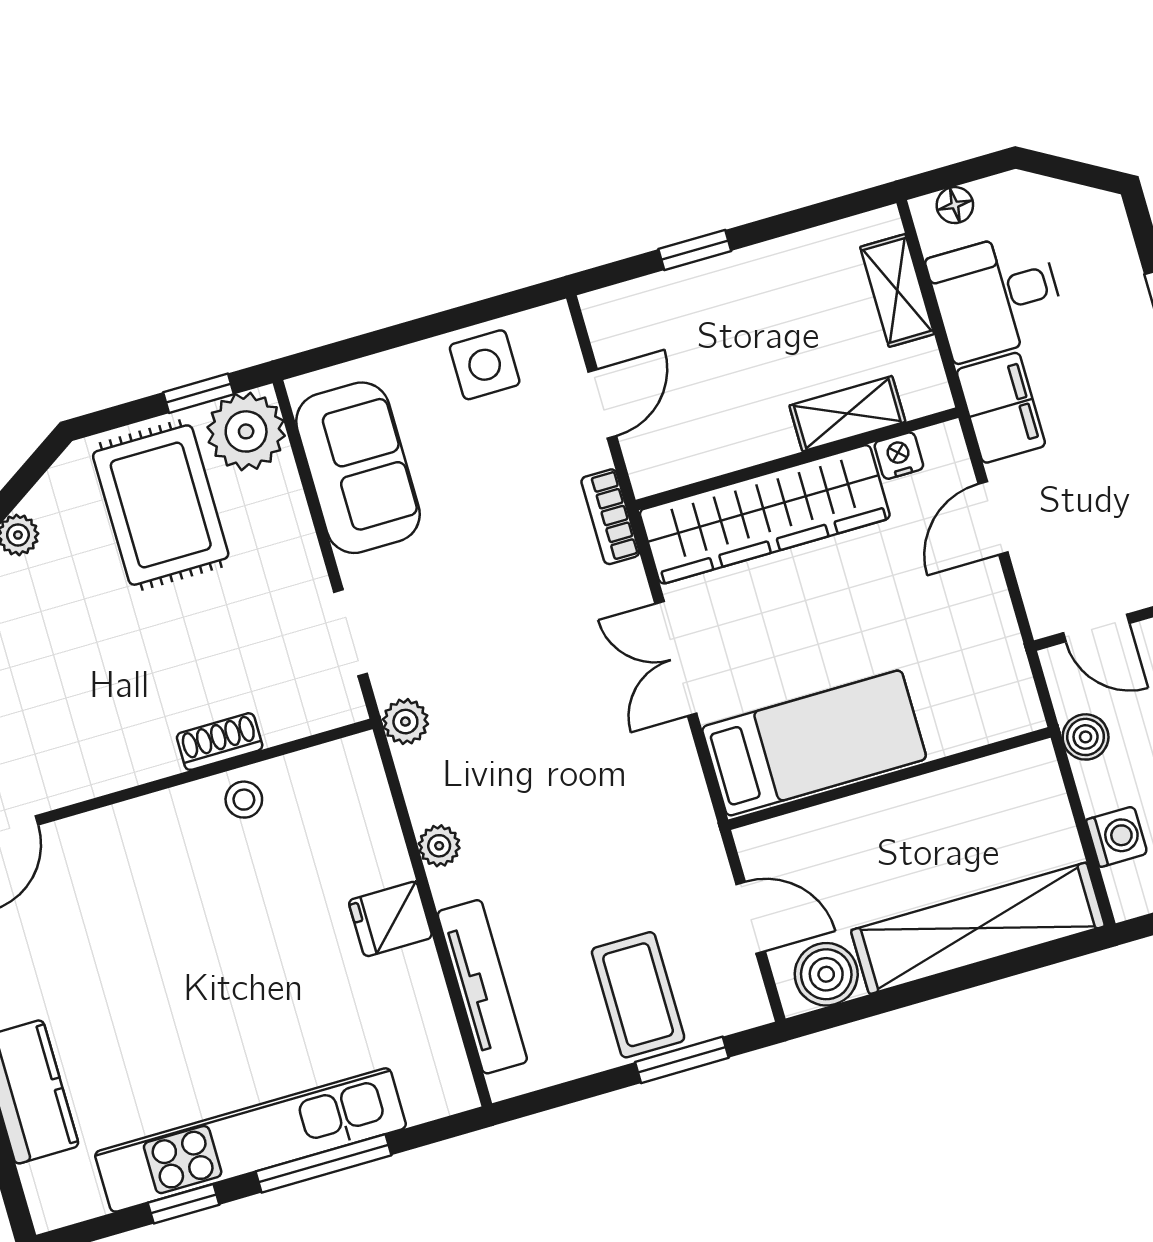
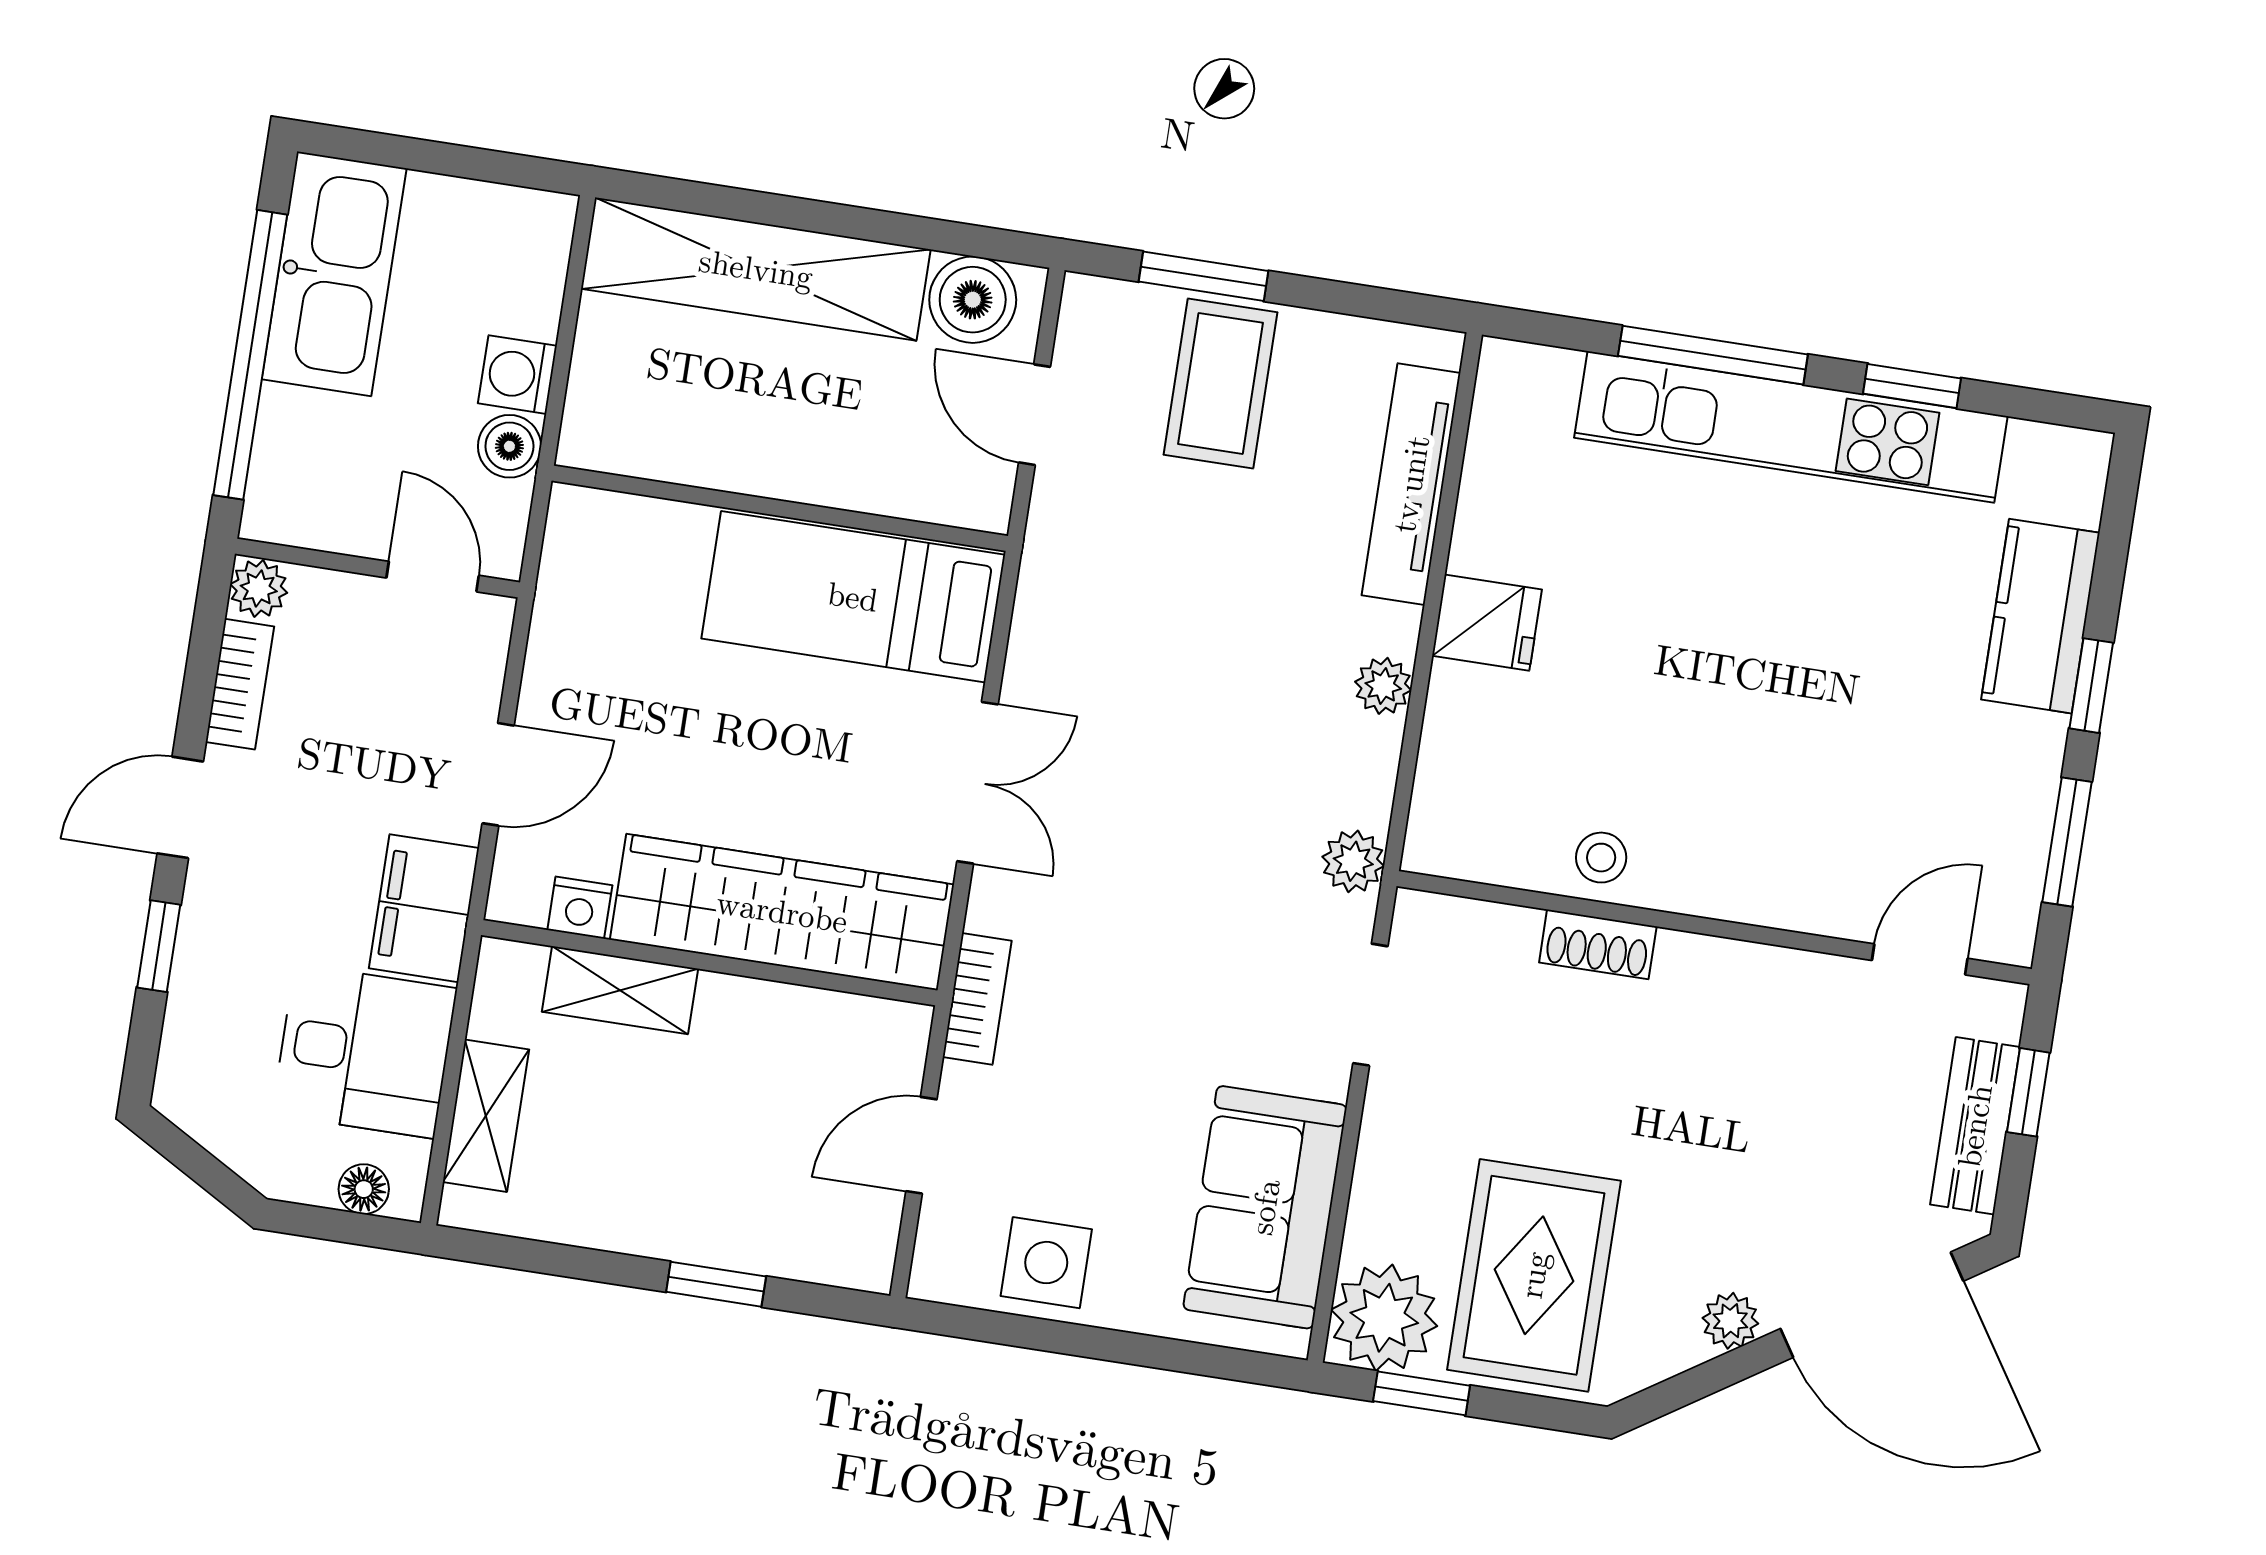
washing machine: (1117, 837) -> (517, 375), moved

